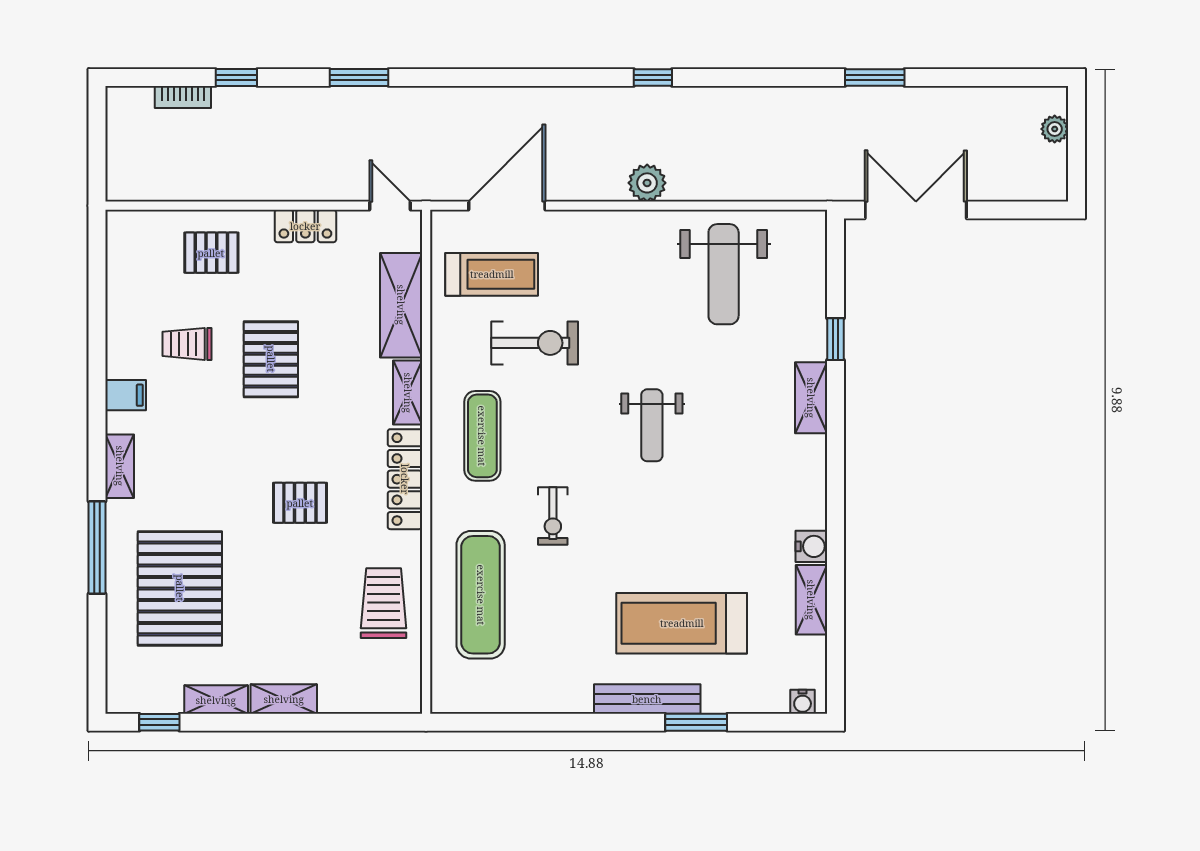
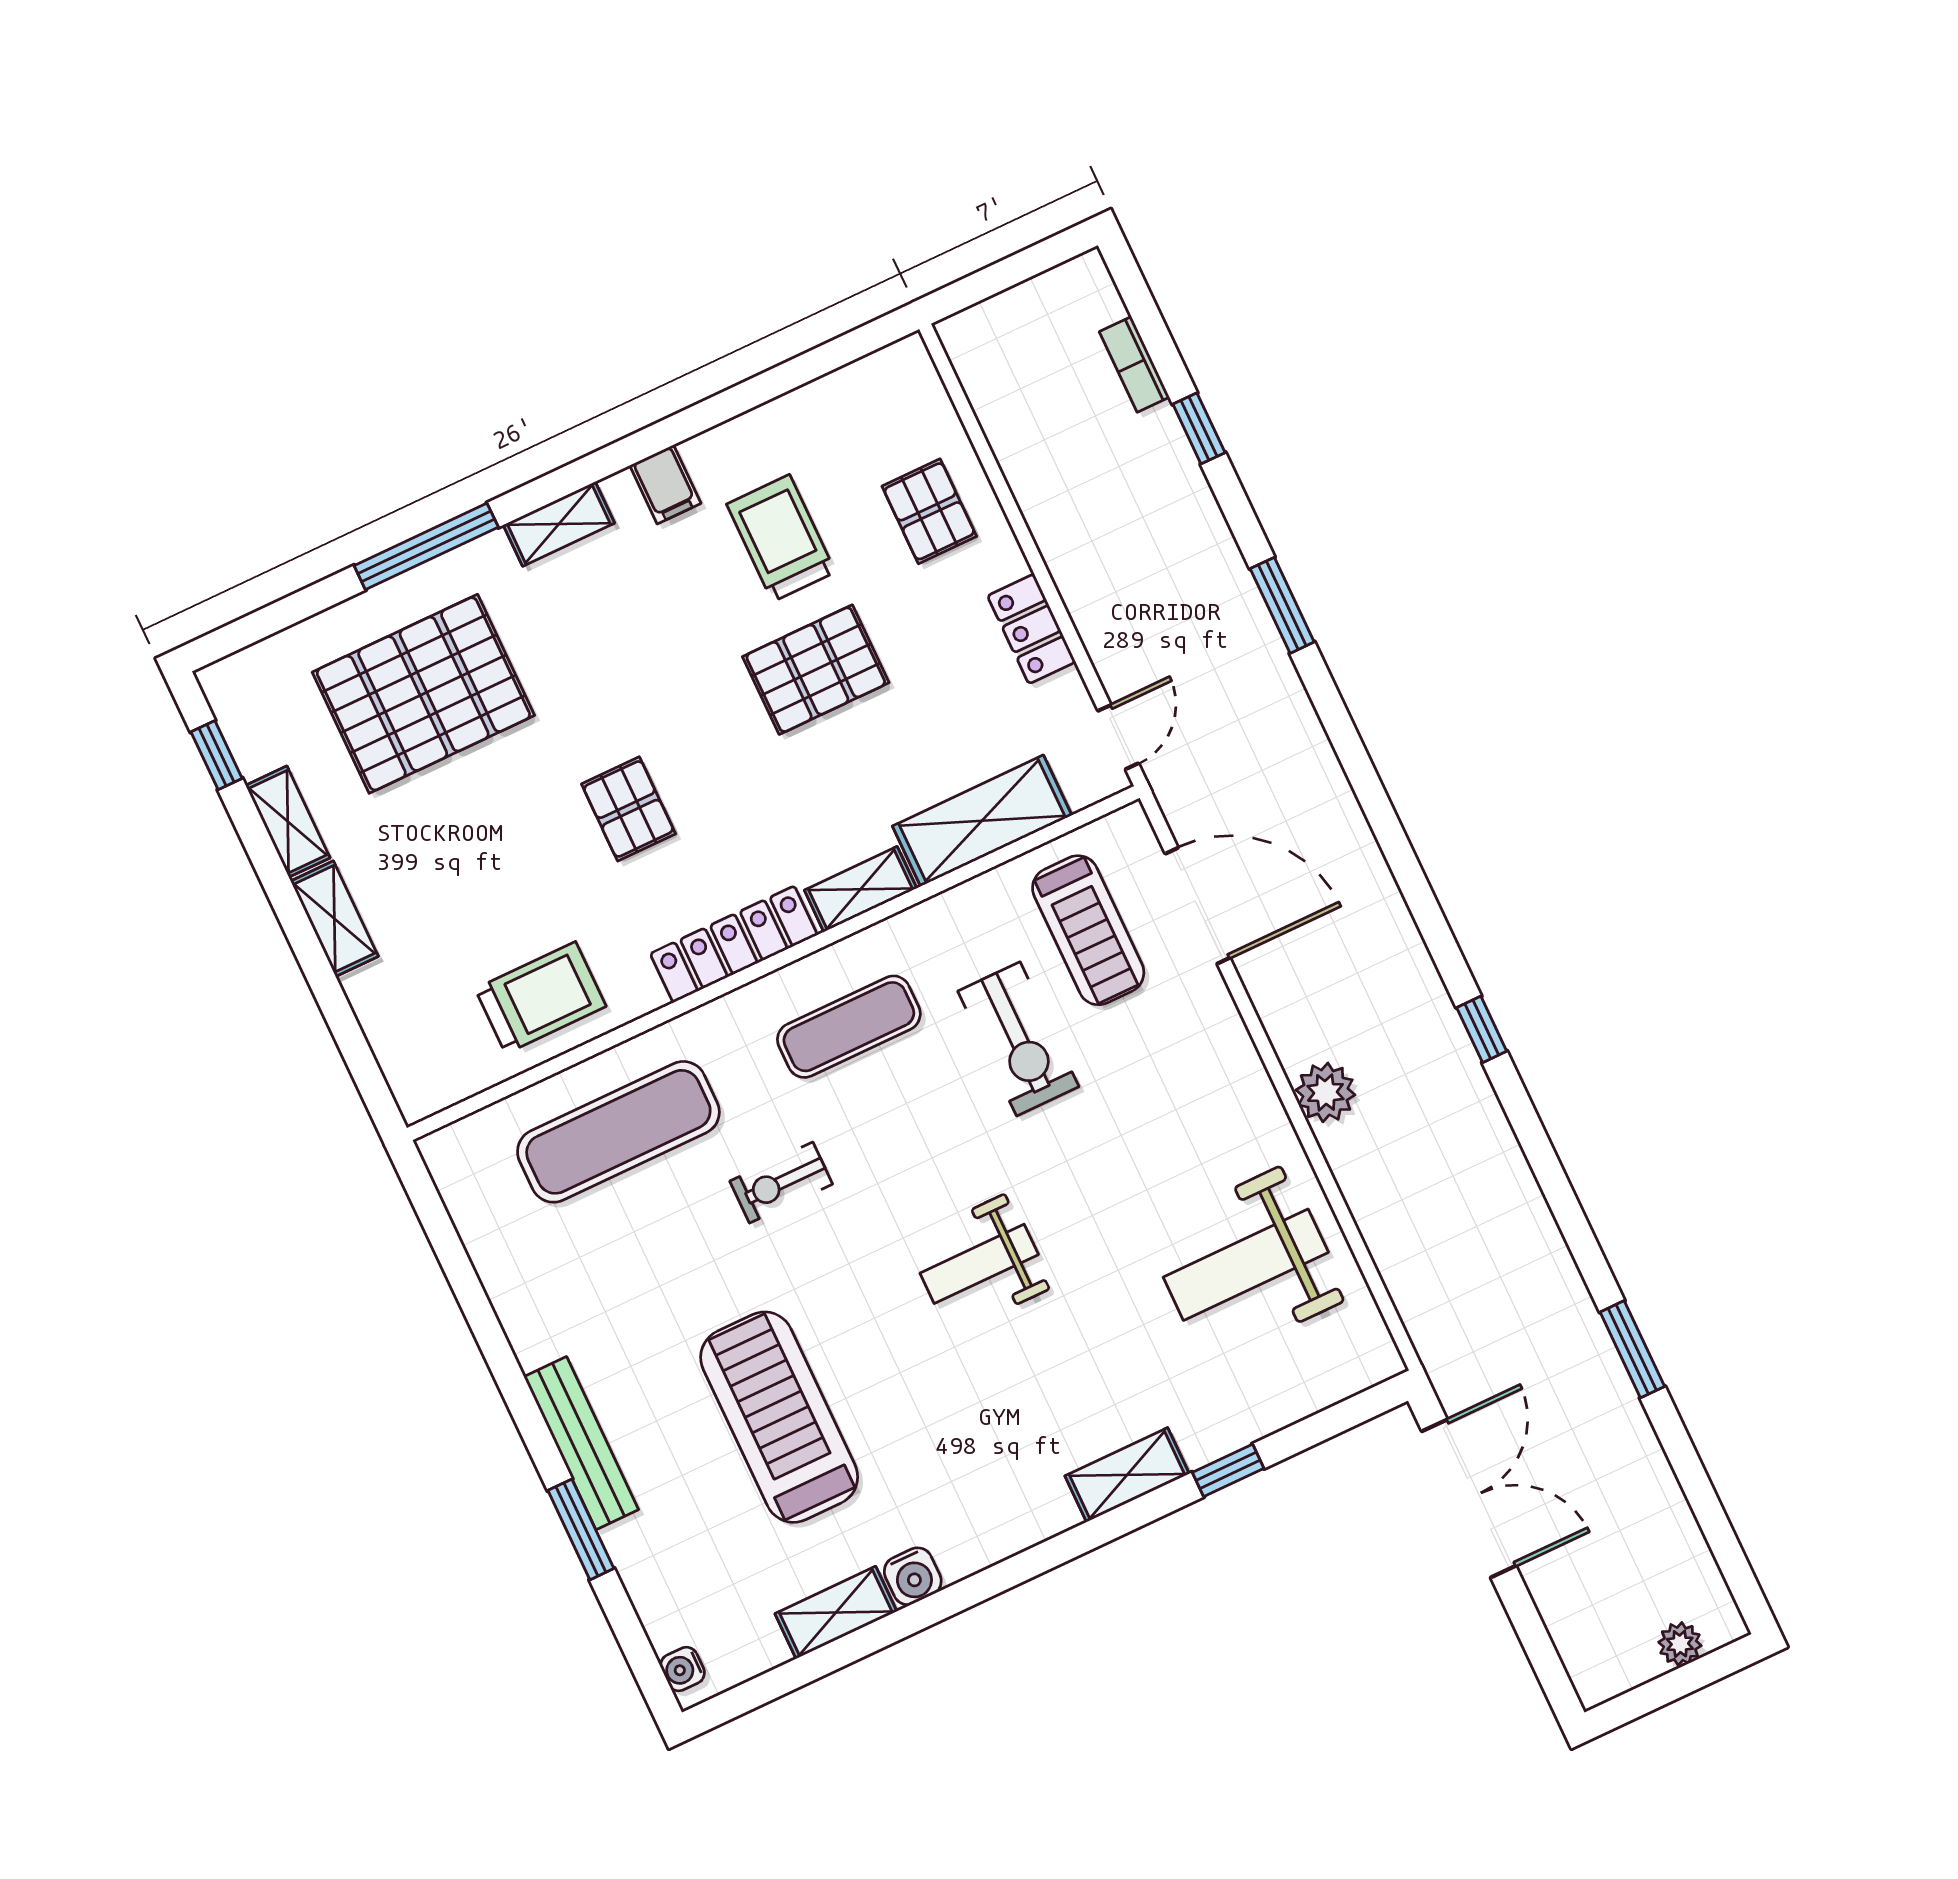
trolley: (187, 344) -> (781, 538), width x1.36, depth x1.39
treadmill: (682, 623) -> (779, 1417), moved

